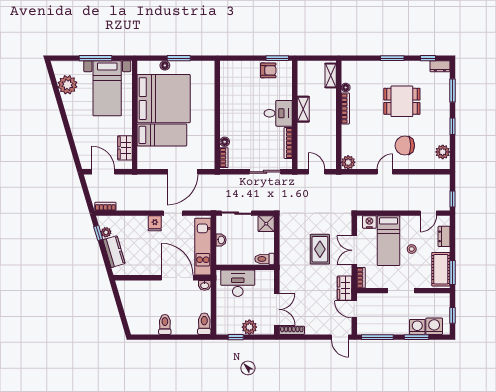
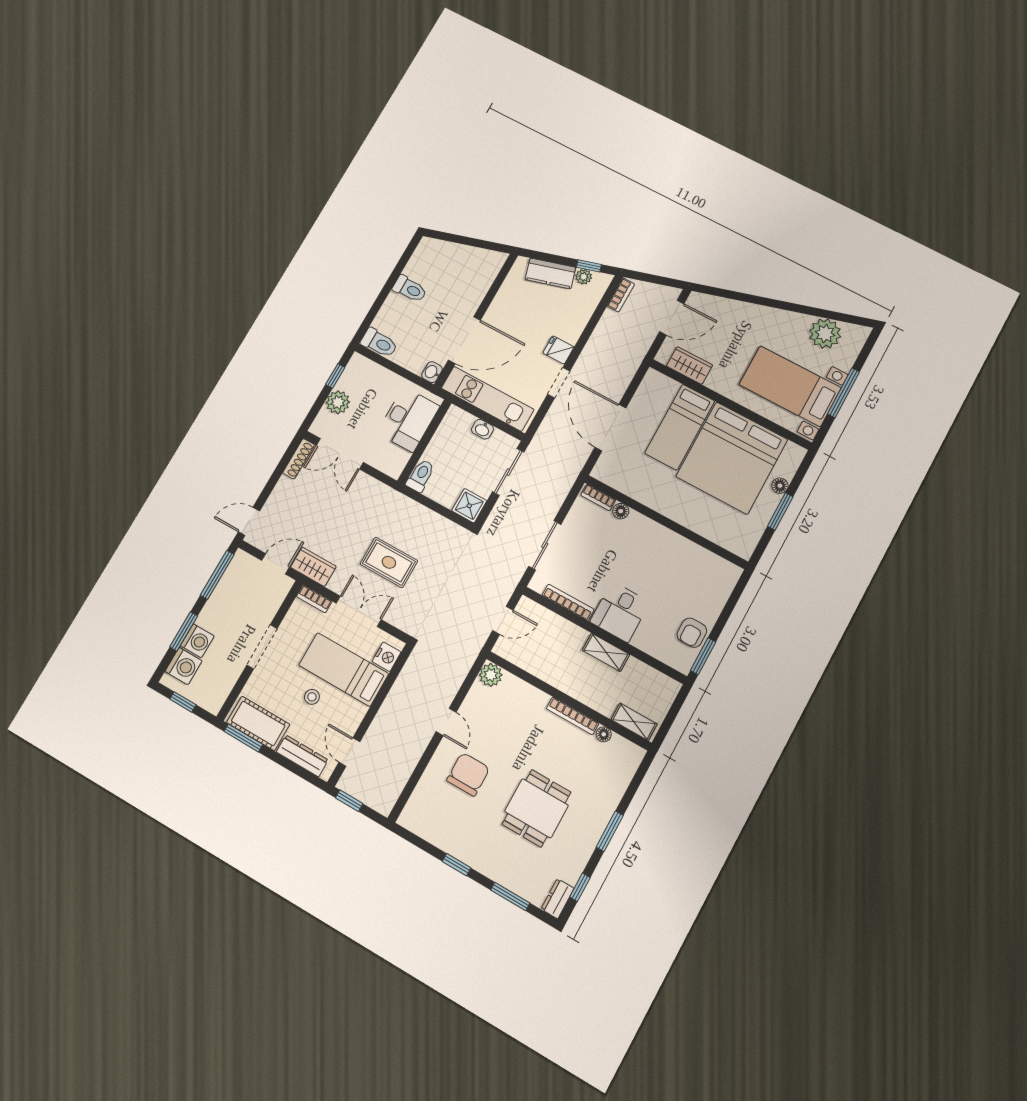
plant: (443, 152) -> (427, 827), removed
dresser: (444, 236) -> (302, 756), width x1.44

